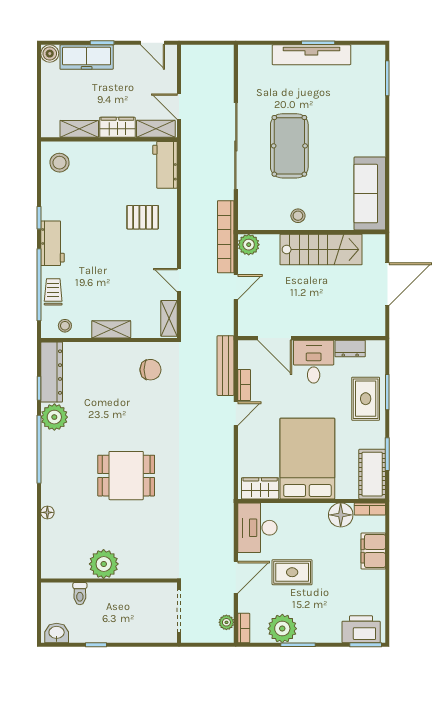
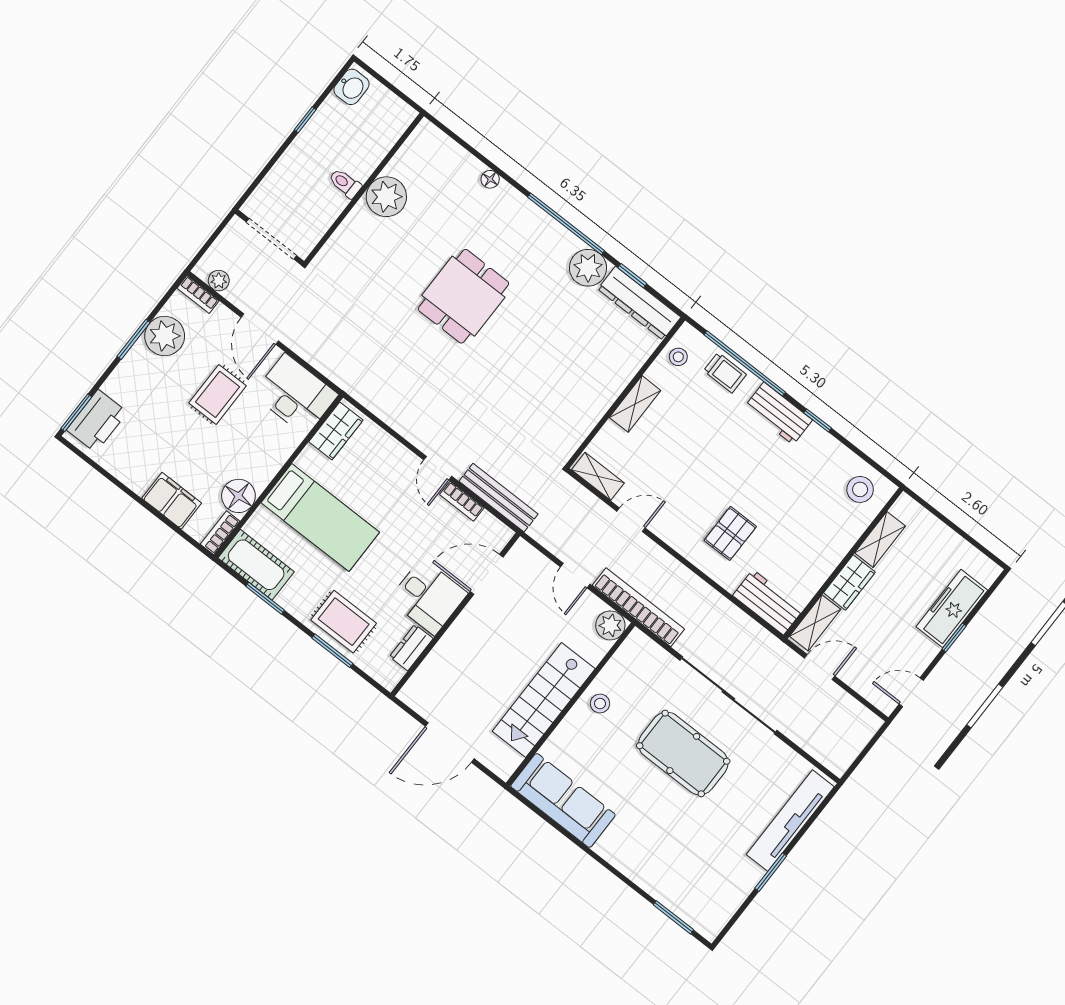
boiler: (50, 54) -> (987, 571), removed
tv unit: (311, 55) -> (790, 821), moved
door: (387, 284) -> (450, 743), hinge flipped
chair: (150, 370) -> (558, 413), removed
bed: (307, 459) -> (320, 517), width x0.67
toilet: (80, 594) -> (345, 183), moved

